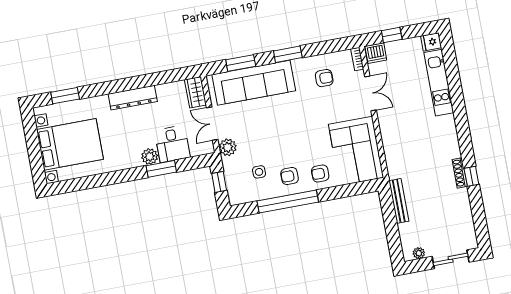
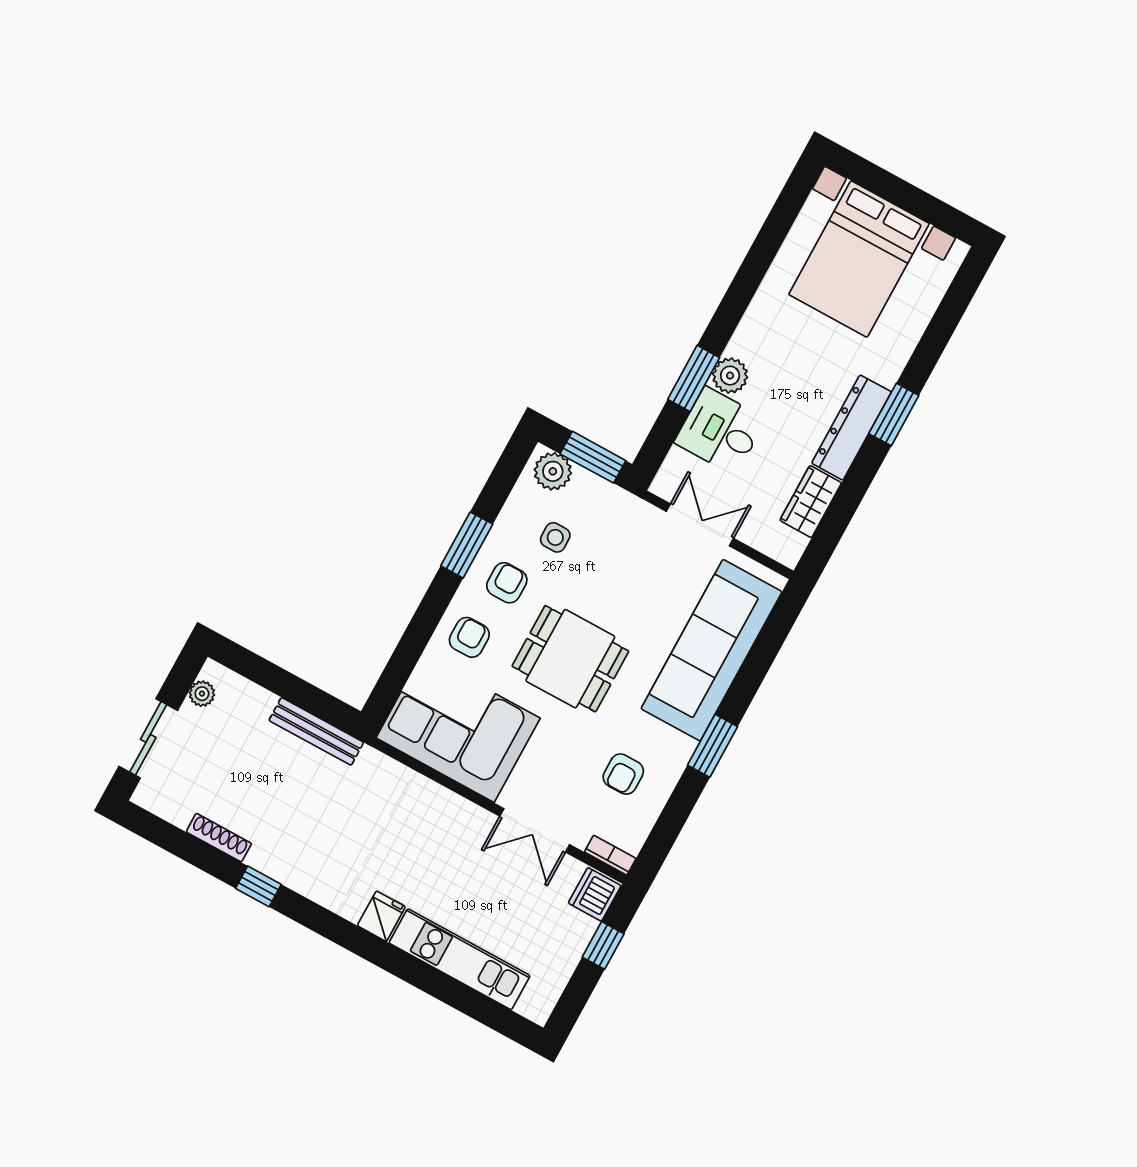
fridge: (431, 42) -> (381, 916), moved
window: (241, 63) -> (762, 655), removed
wardrobe: (195, 92) -> (811, 502), moved, turned -90
window: (65, 96) -> (894, 414), moved
dining table: (298, 131) -> (570, 659), added
plant: (228, 147) -> (553, 471), moved
shoe rack: (460, 173) -> (219, 838), moved
window: (219, 182) -> (593, 457), width x1.50
window: (288, 202) -> (467, 545), width x0.47

